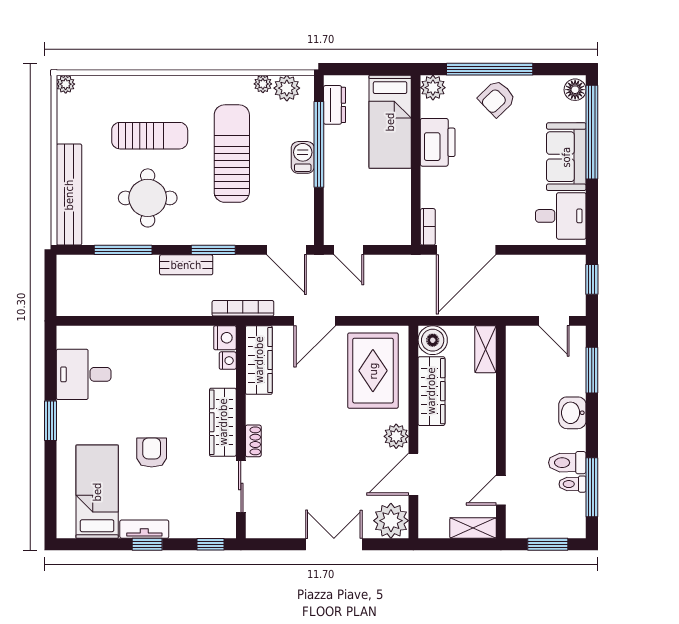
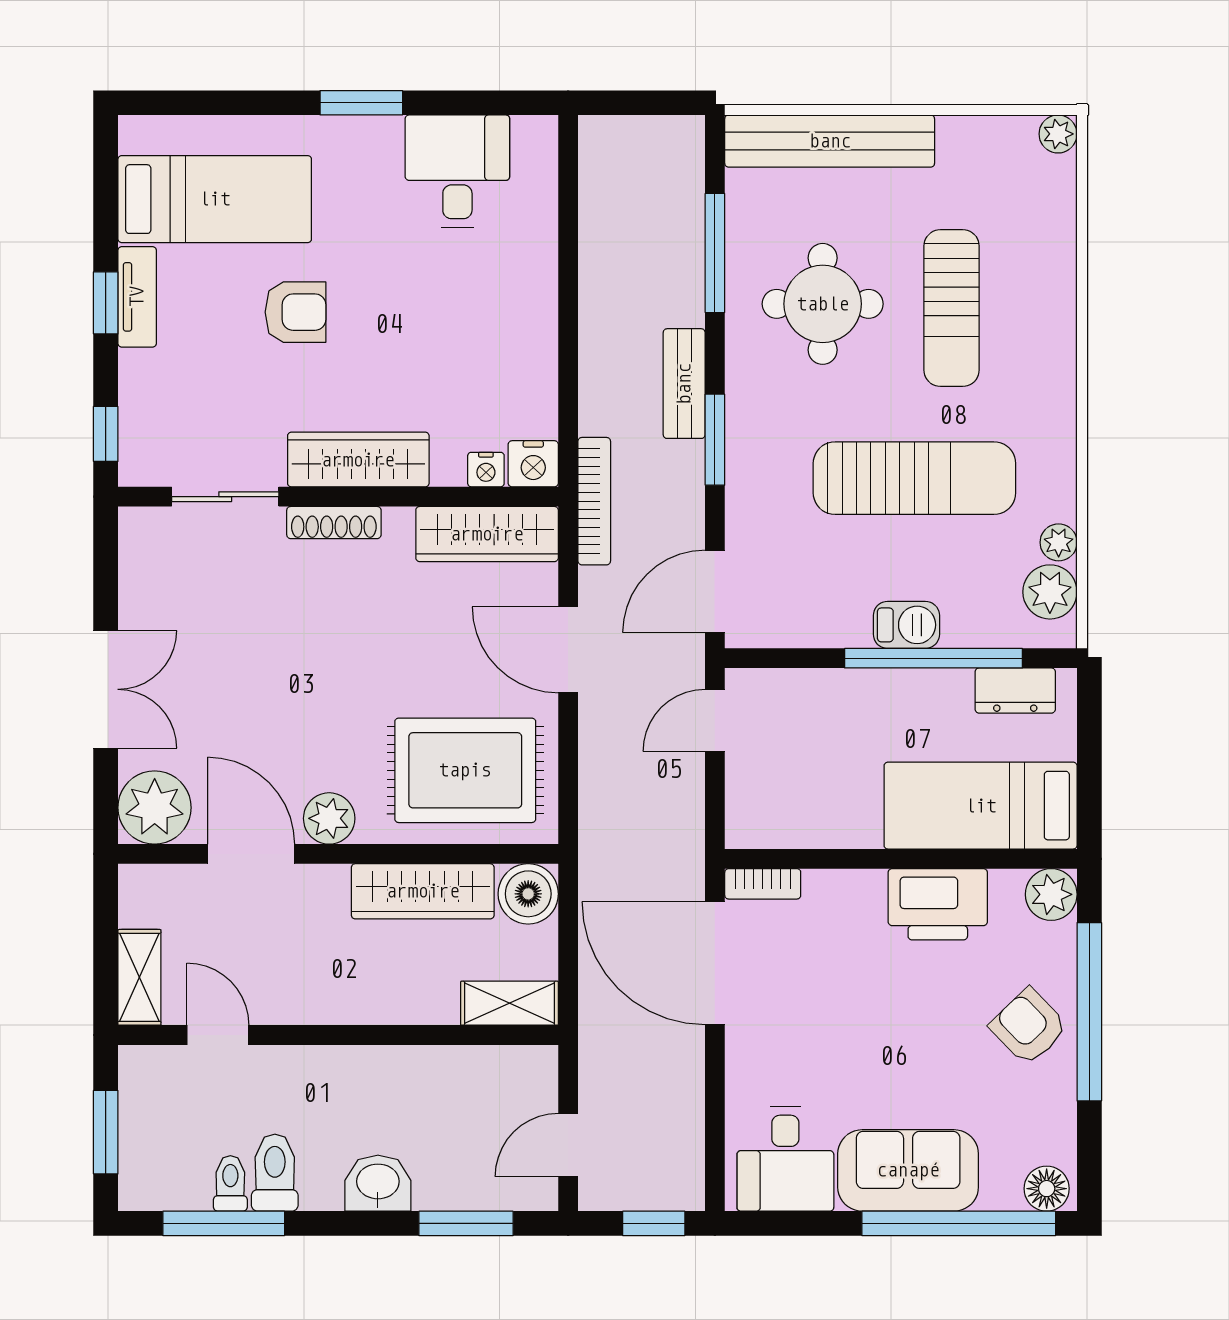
shoe rack: (253, 441) -> (334, 523), width x1.43

